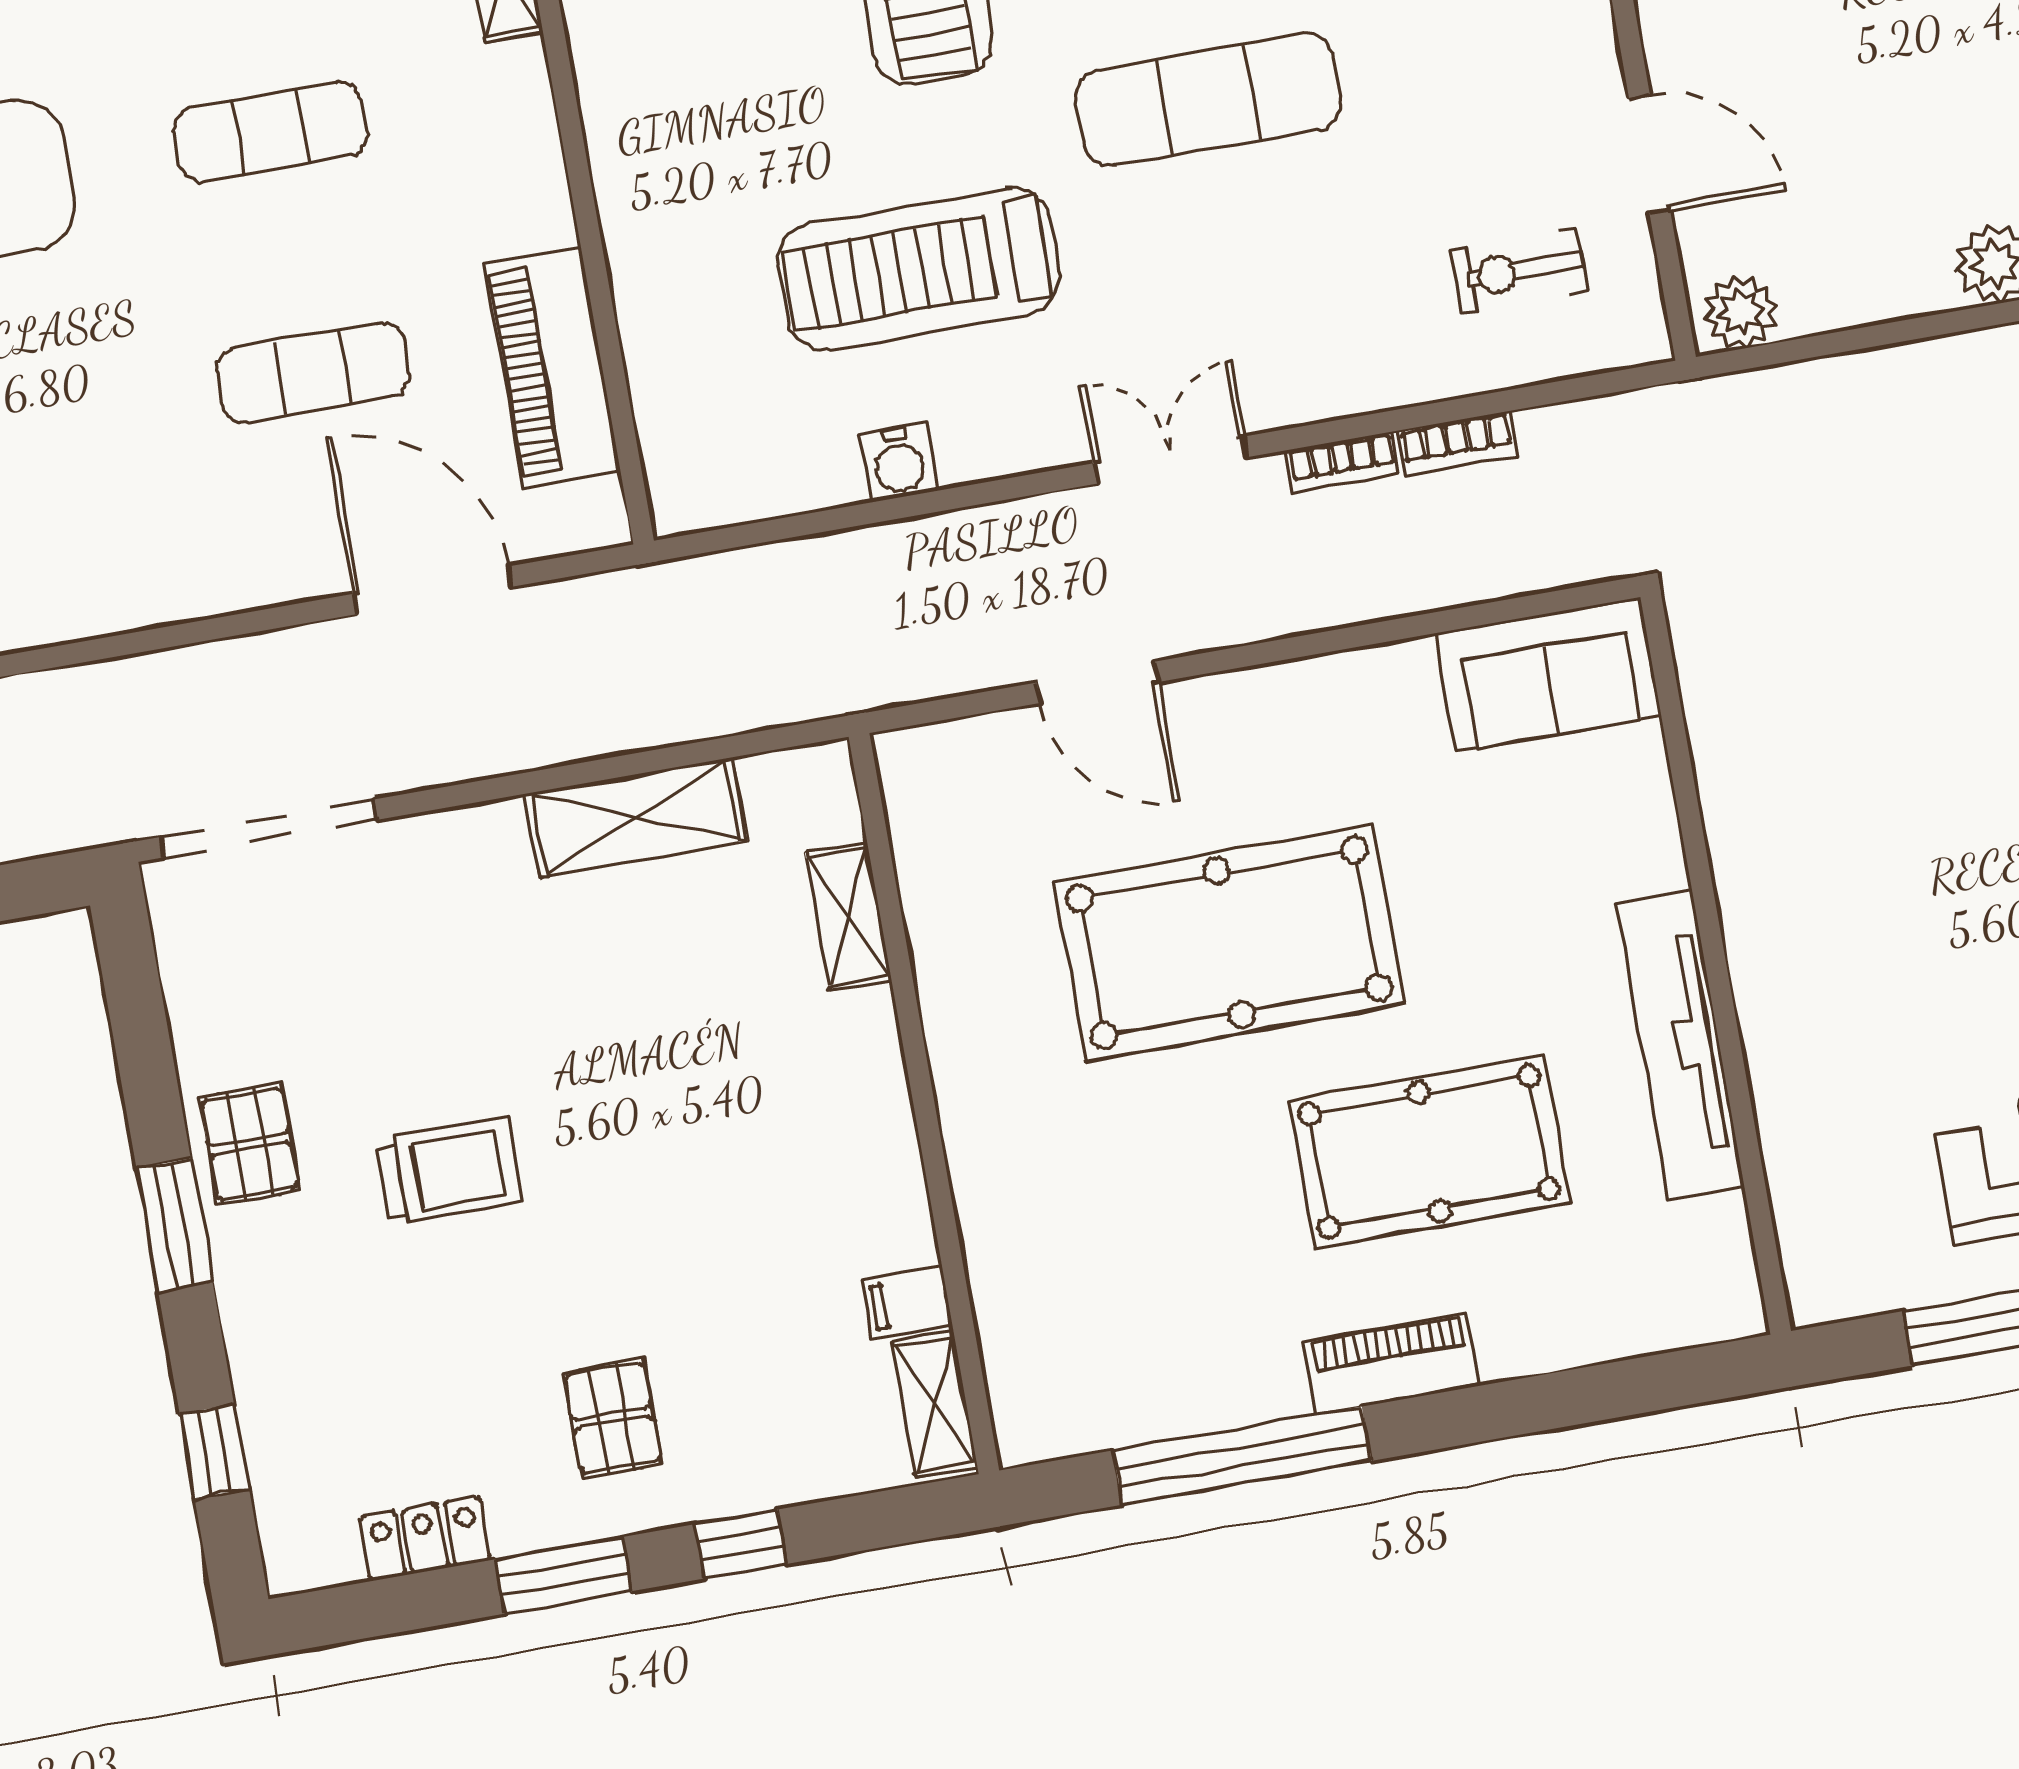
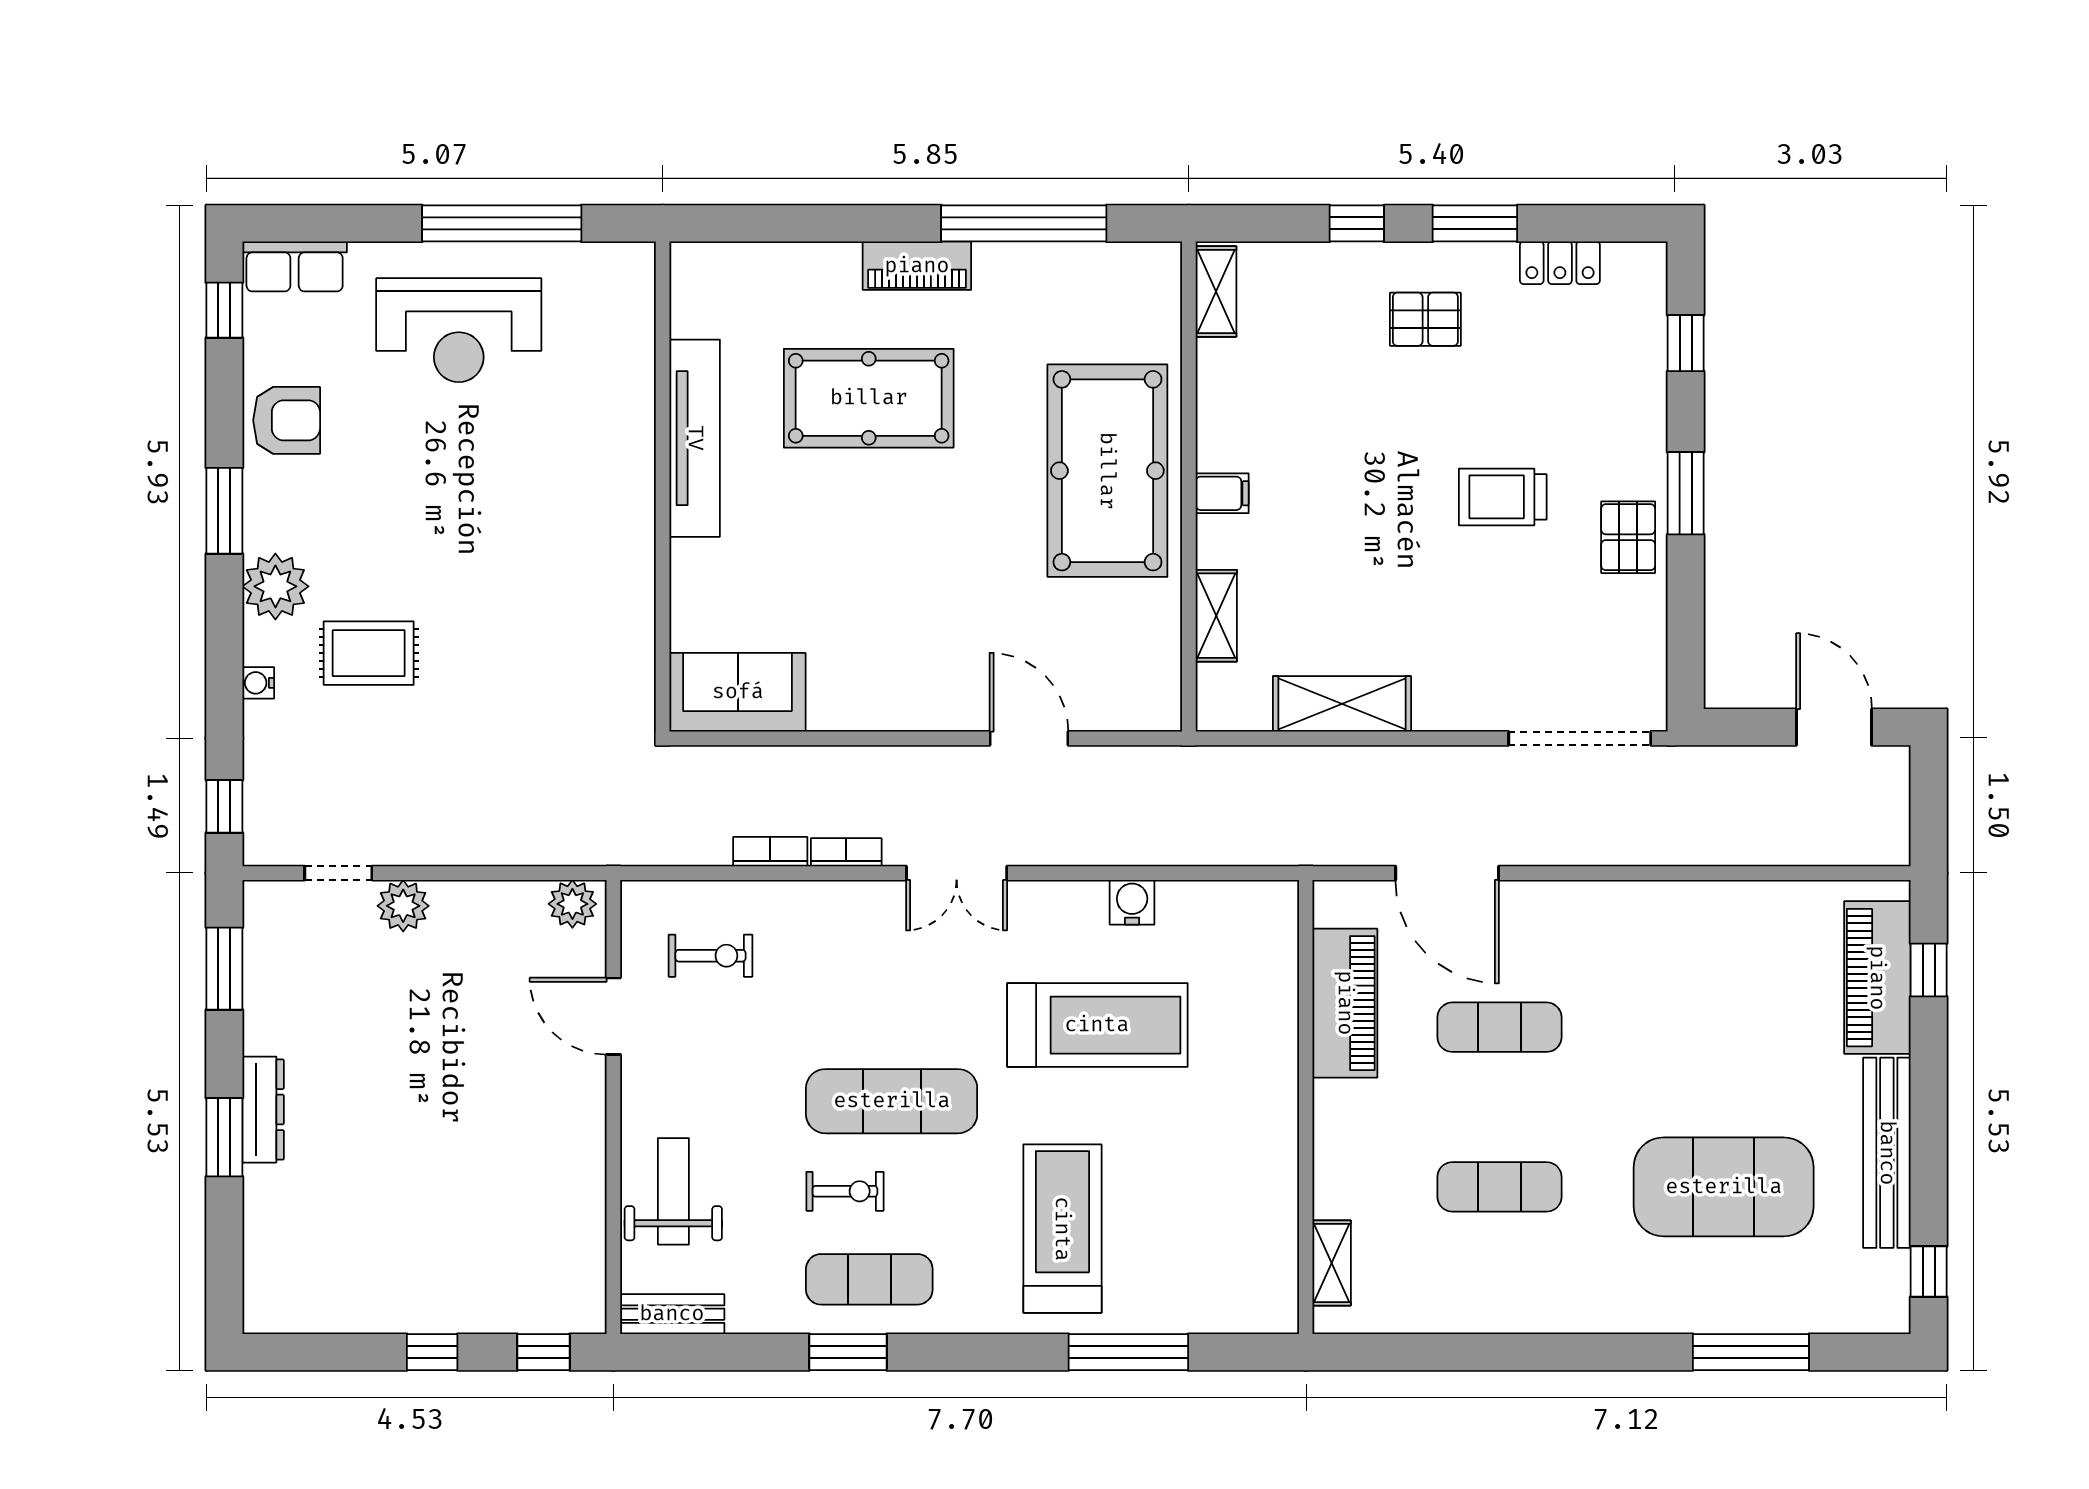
pool table: (1229, 943) -> (1107, 471), moved, turned 90
filing cabinet: (907, 1302) -> (1222, 493), moved
pallet: (612, 1418) -> (1425, 319), turned 90

